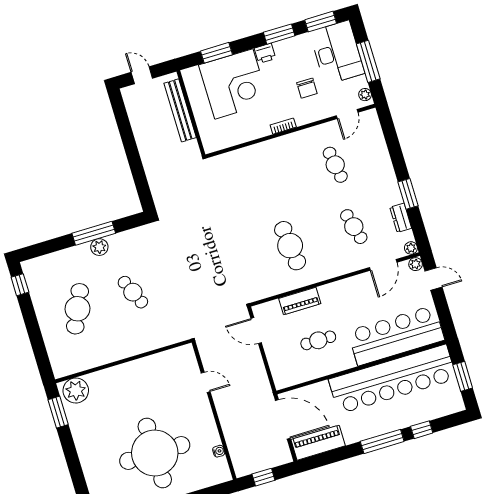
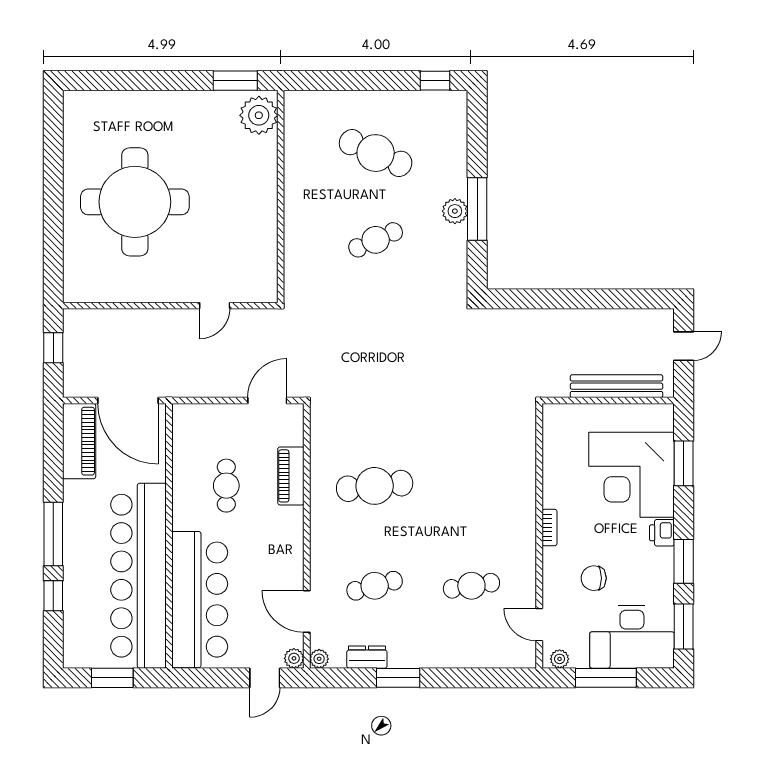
door: (283, 419) -> (128, 401), hinge flipped
water cooler: (219, 451) -> (110, 295), removed

